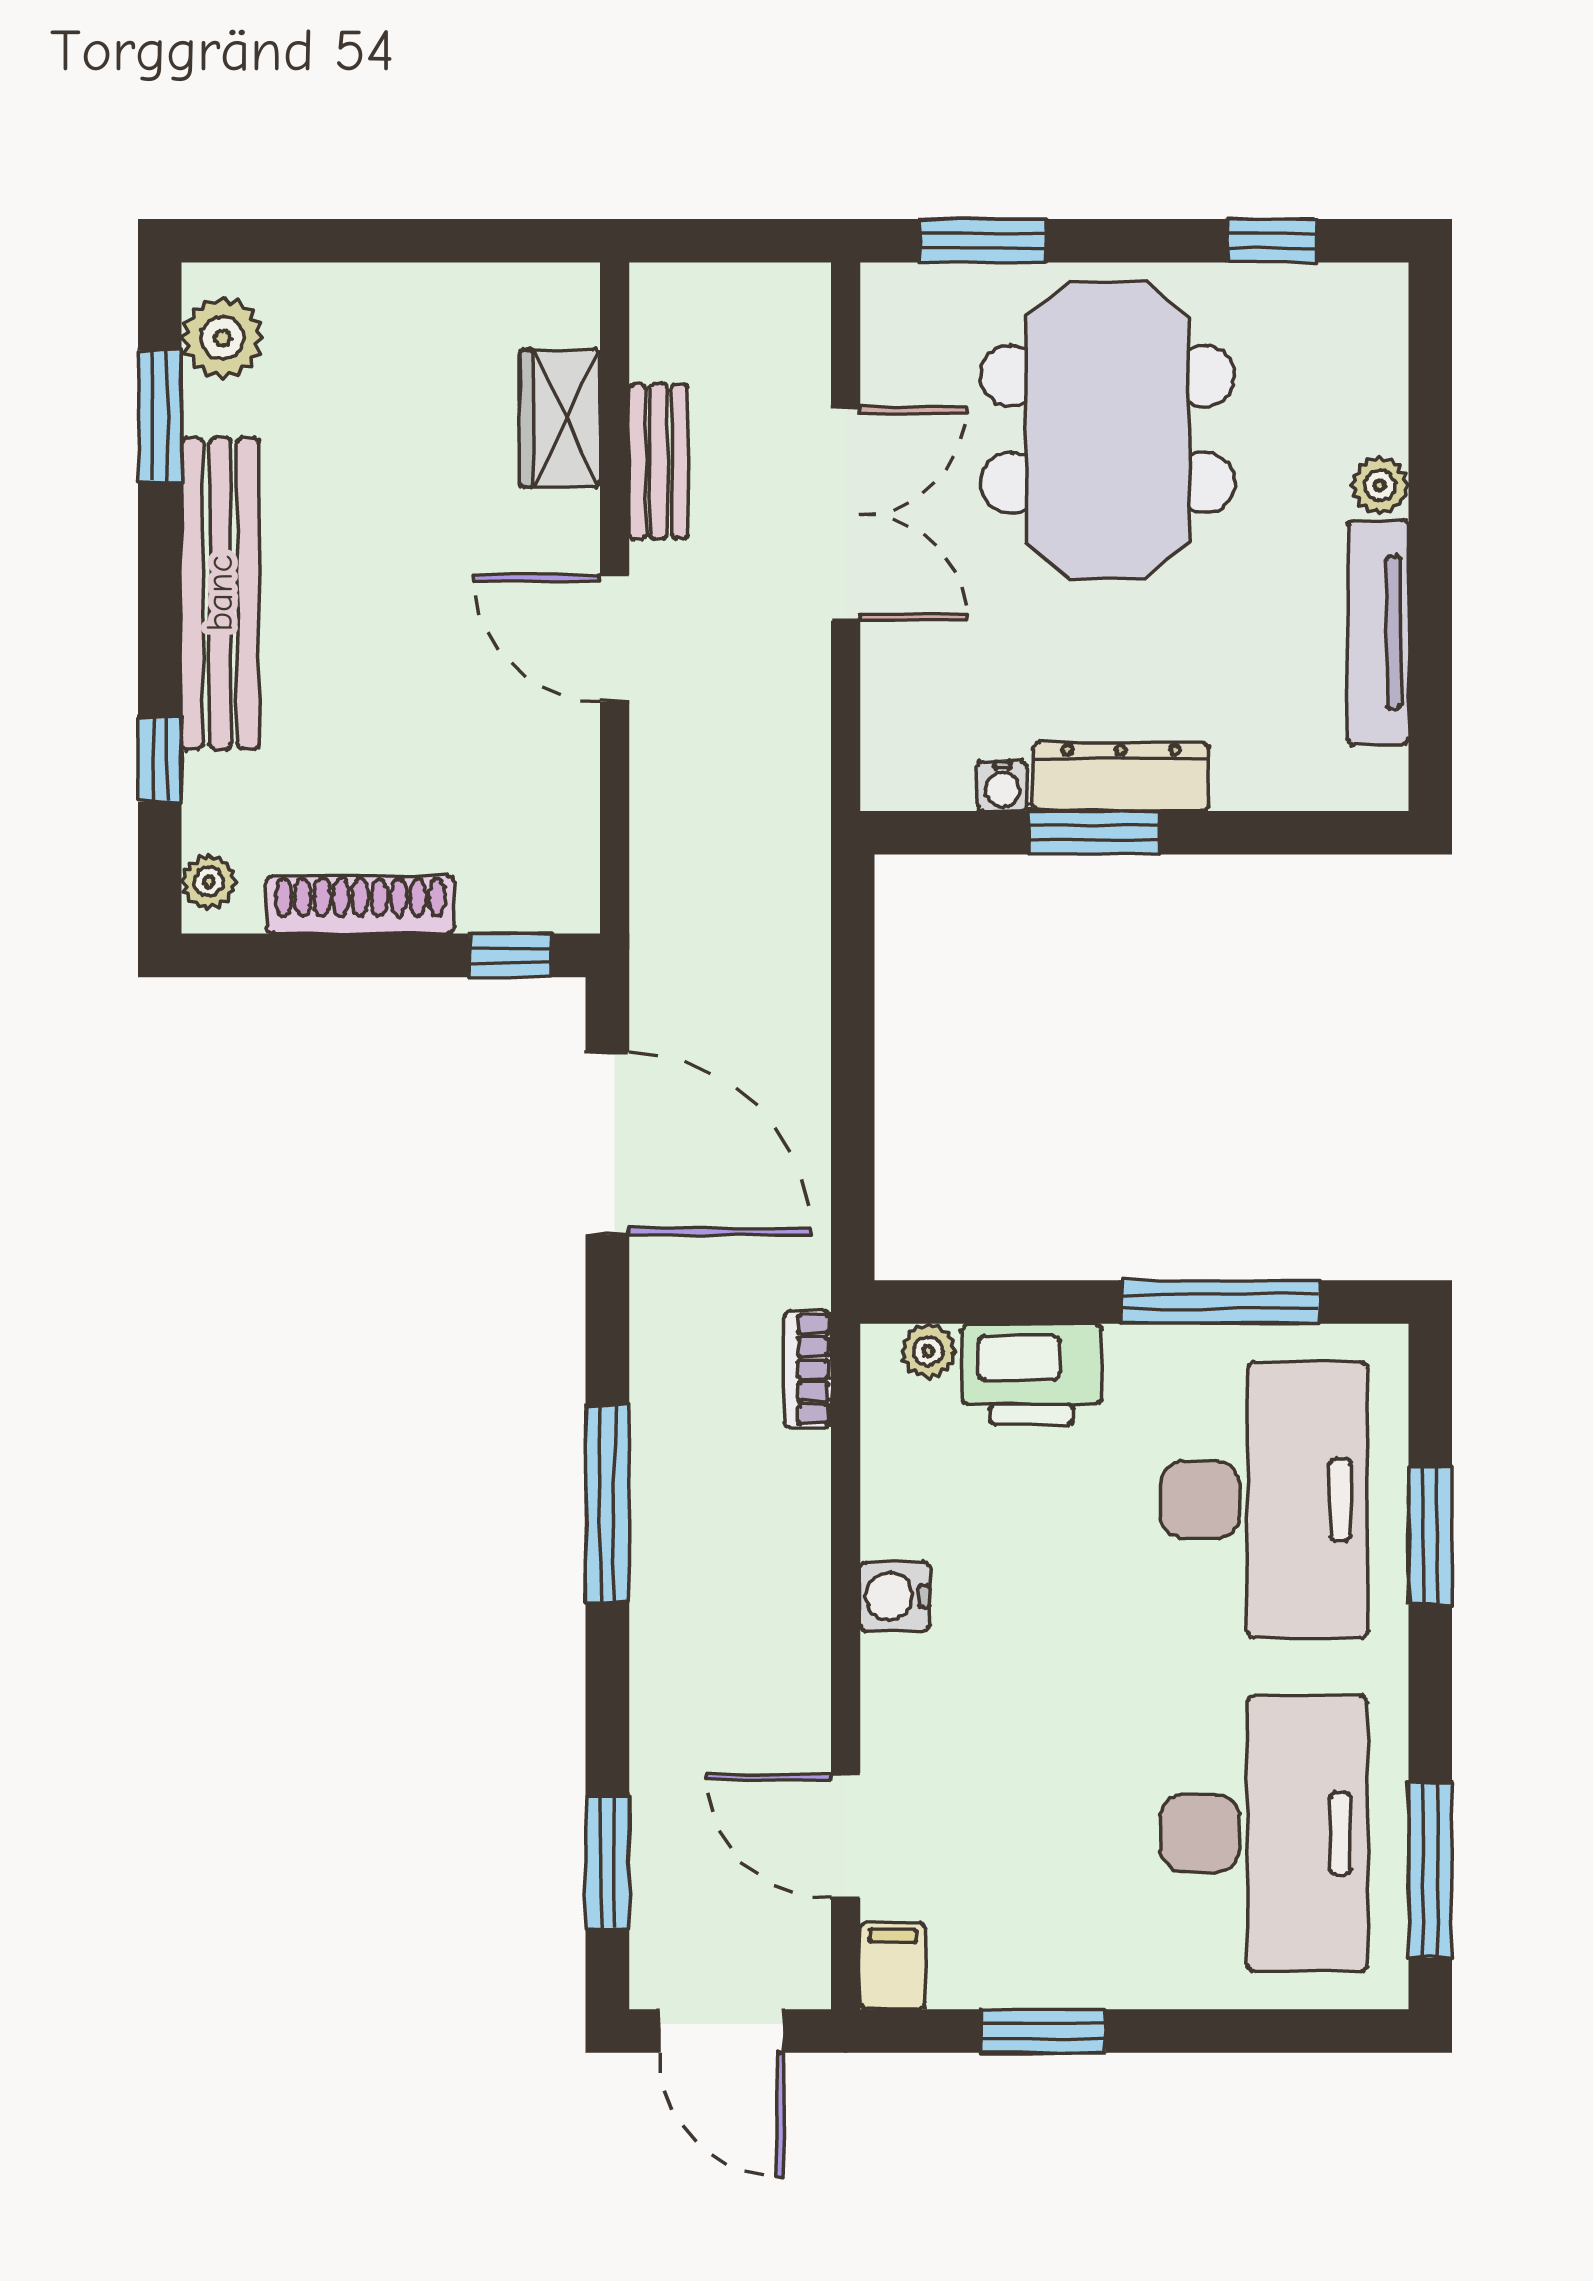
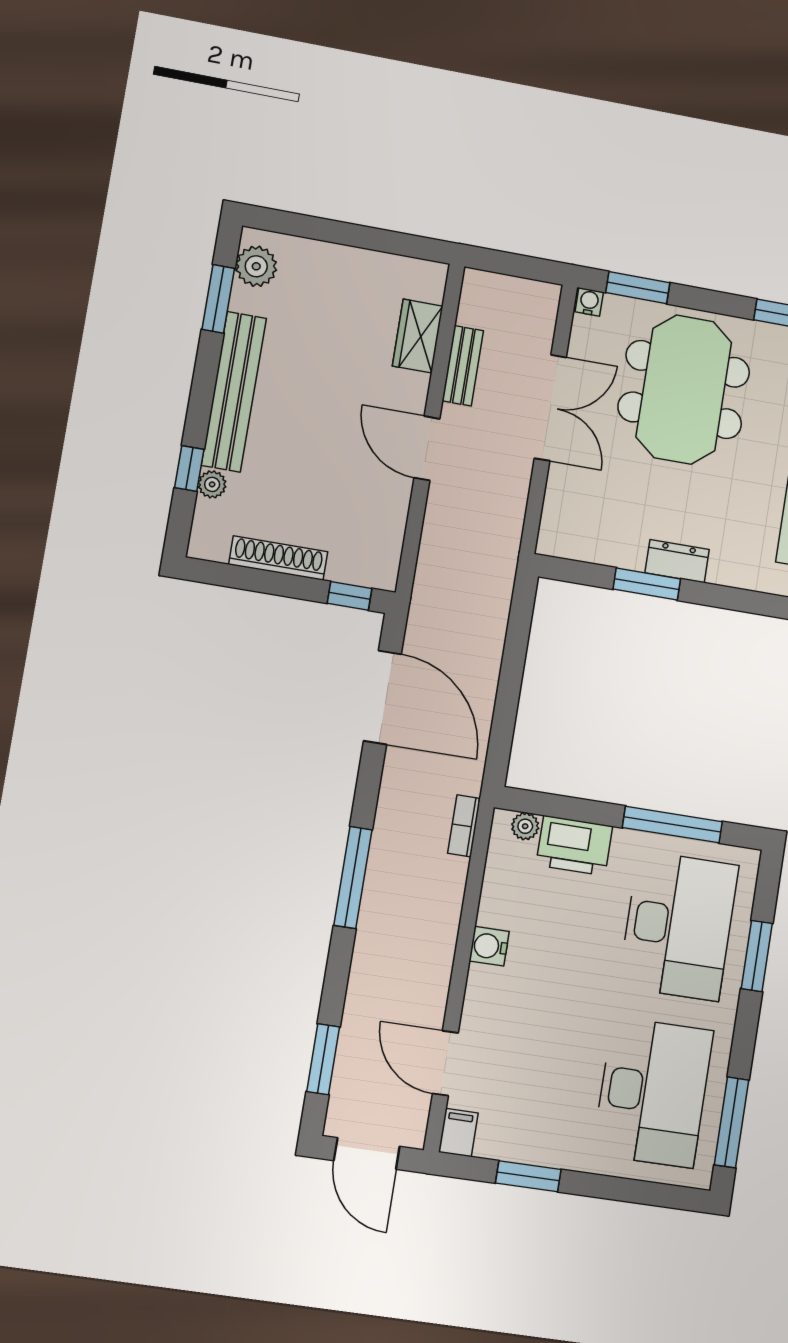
dresser: (1121, 777) -> (677, 561), width x0.70
water cooler: (1002, 786) -> (589, 302), moved, turned 180
plant: (209, 882) -> (212, 484), moved

